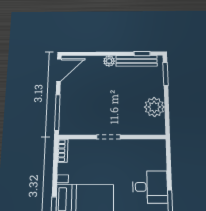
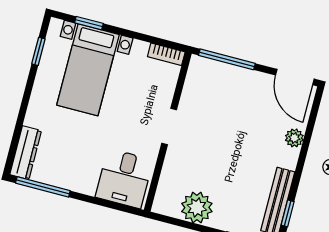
plant: (109, 61) -> (294, 138), moved
desk: (150, 187) -> (124, 178), moved

